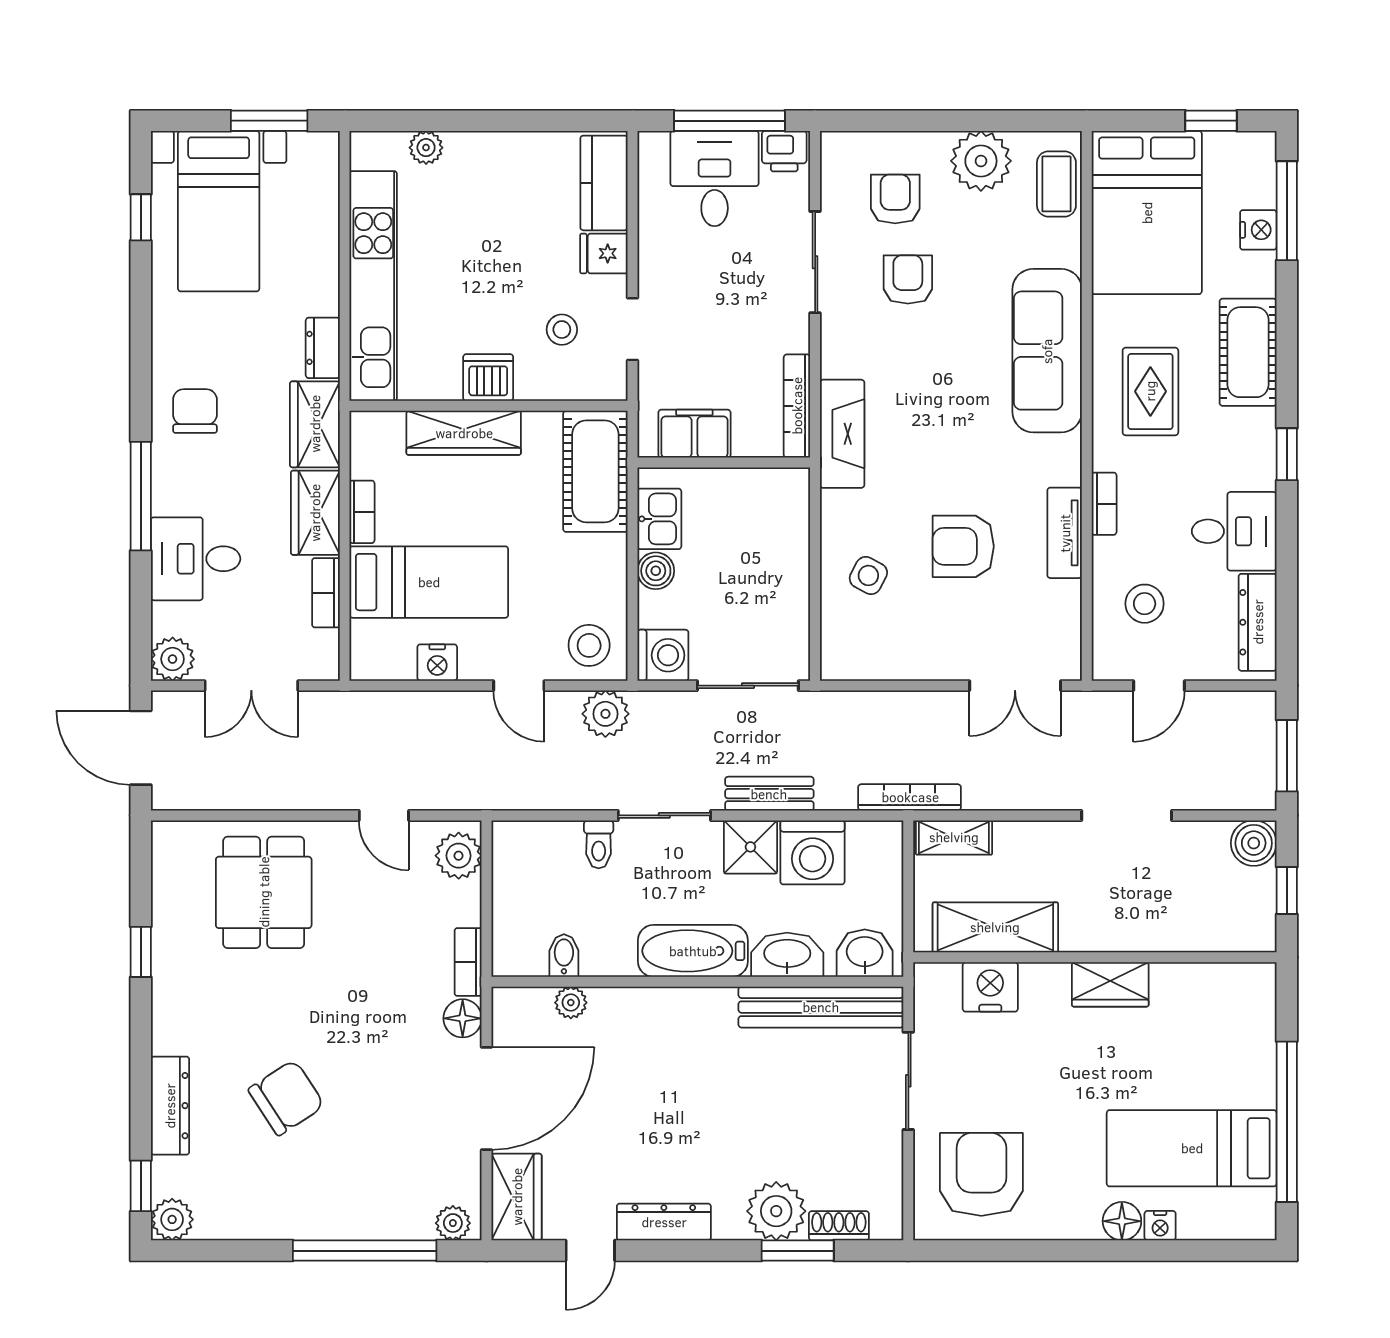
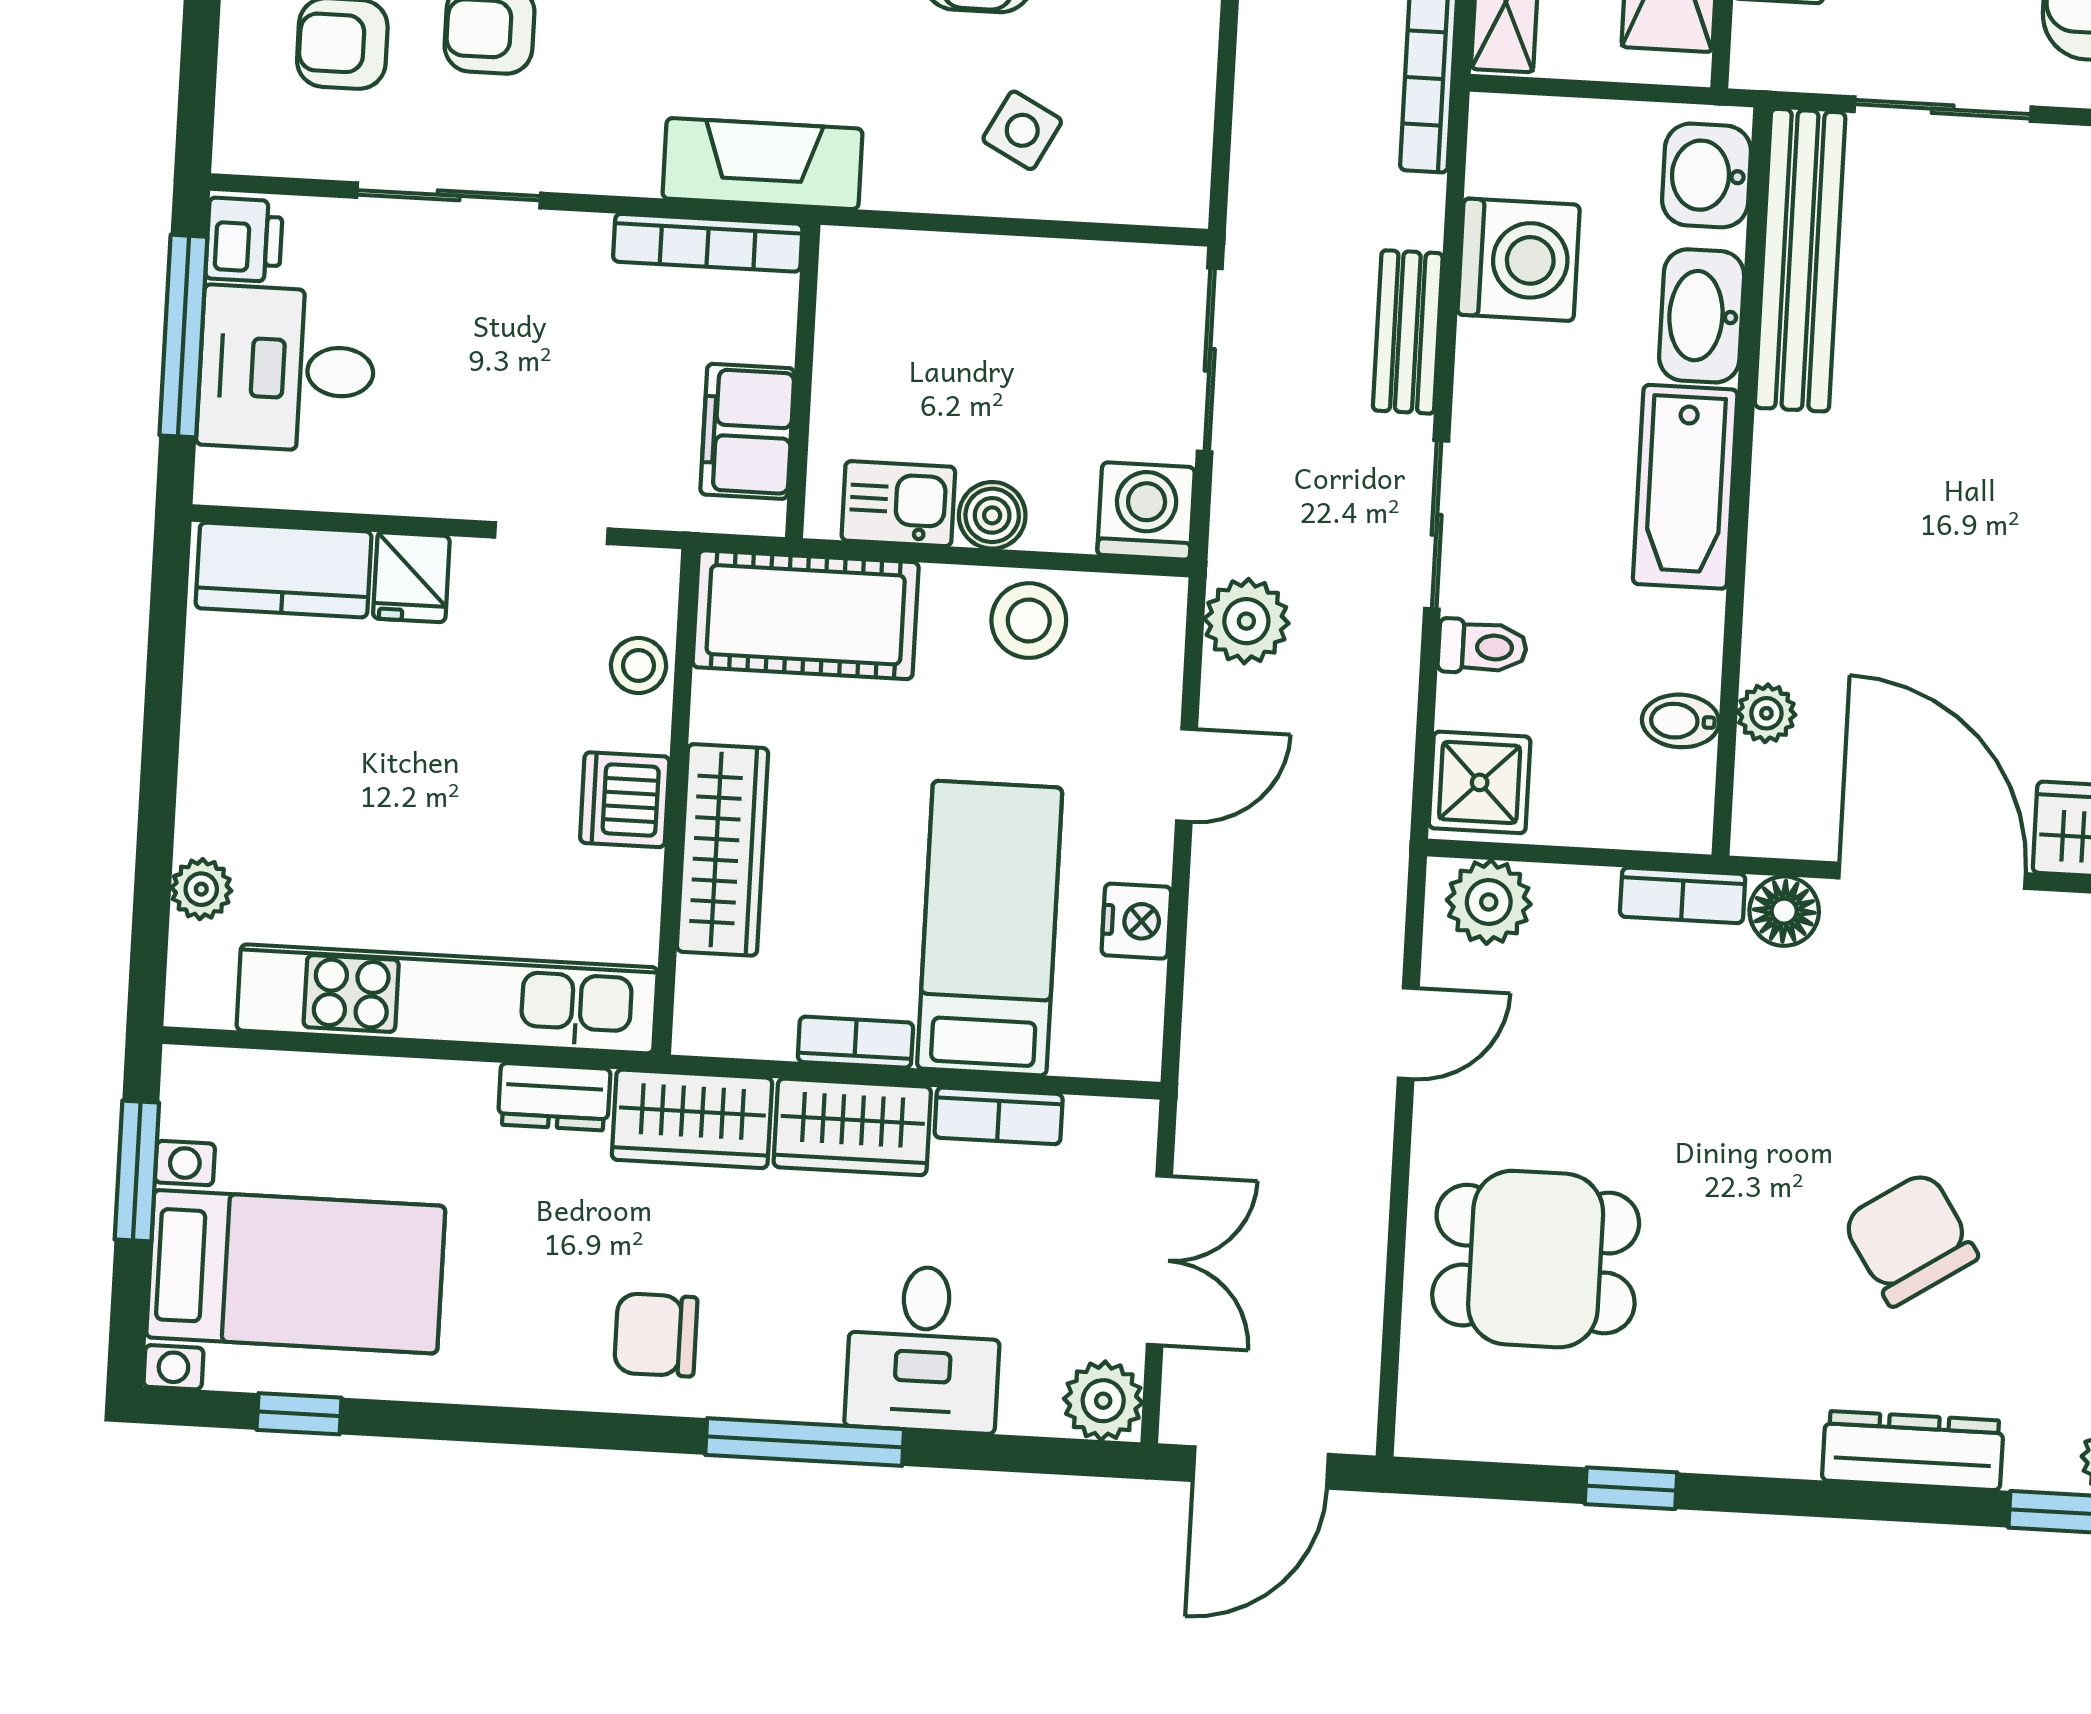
stool: (562, 330) -> (639, 666), moved
stool: (589, 645) -> (1029, 621), moved
shower: (750, 847) -> (1480, 782), moved

